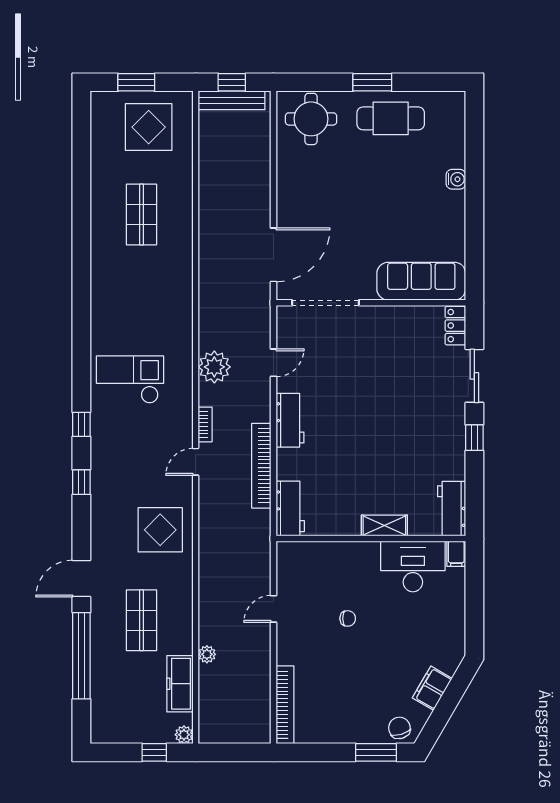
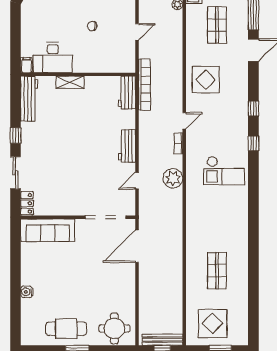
bookcase: (261, 466) -> (144, 84), moved
workbench: (452, 509) -> (29, 99), width x1.38

